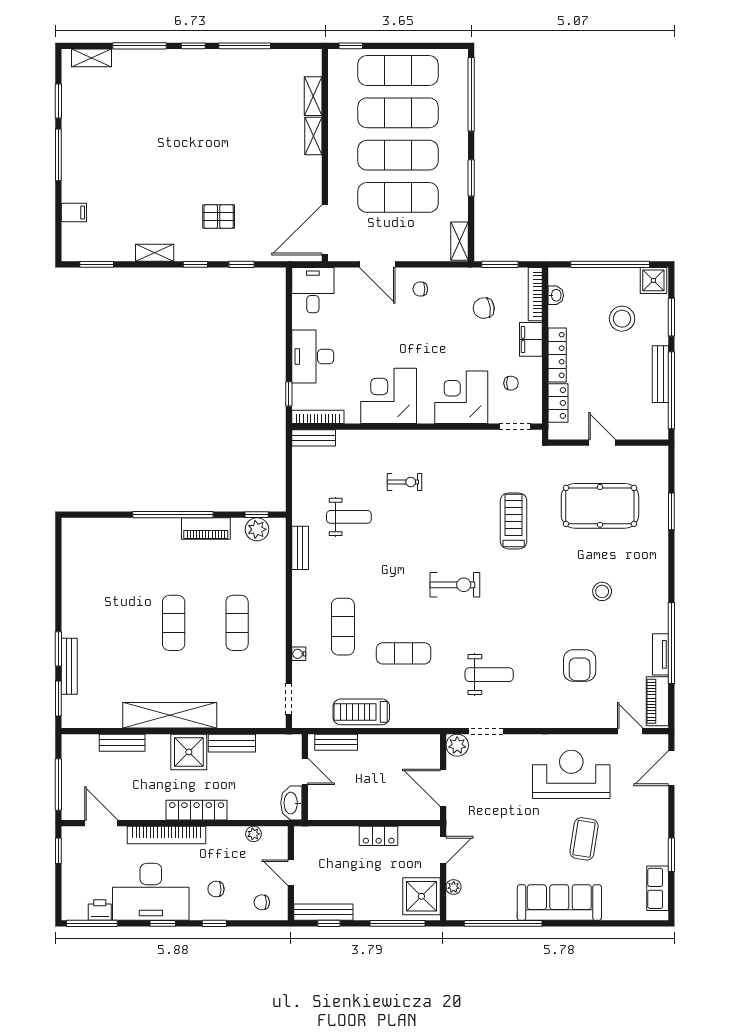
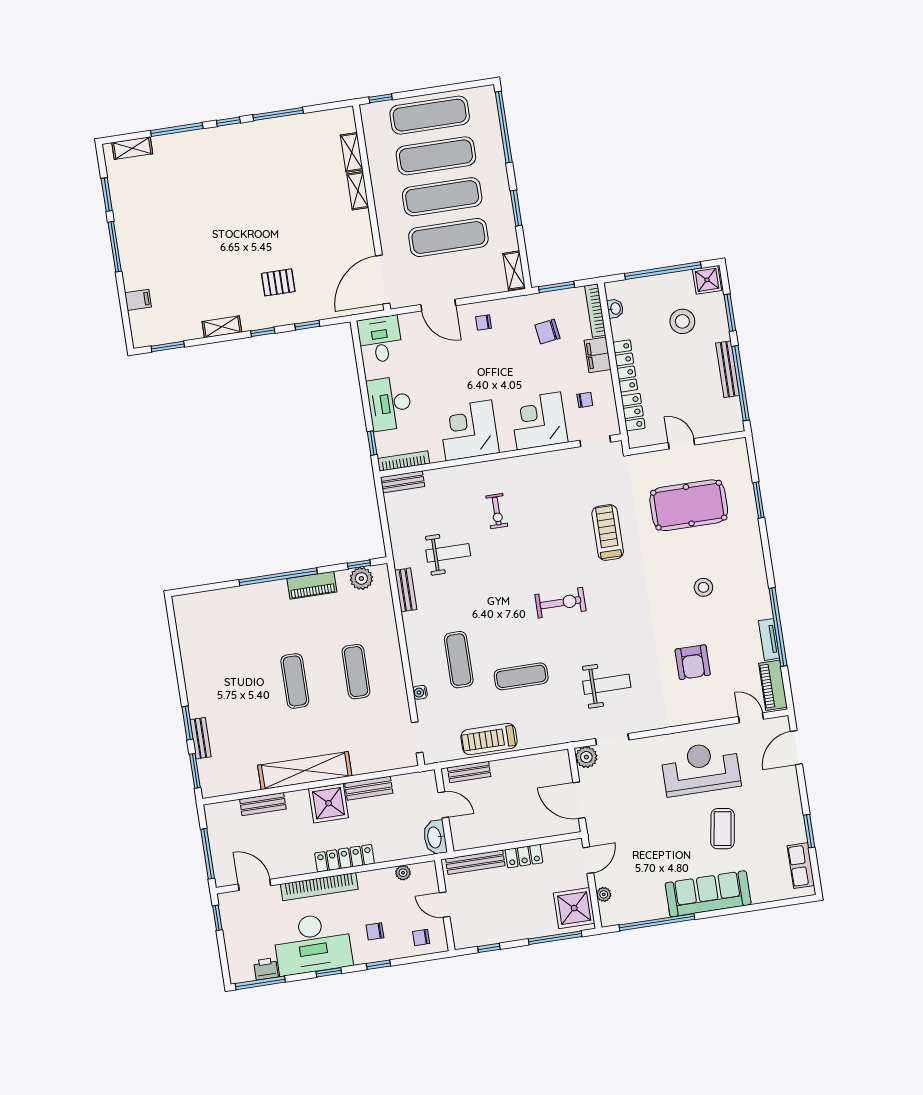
exercise bike: (405, 482) -> (497, 511), turned 90
bench: (69, 666) -> (201, 738), width x0.73
bench: (323, 912) -> (475, 862), moved

